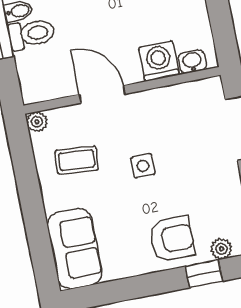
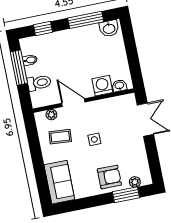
toilet: (32, 34) -> (39, 83), moved
plant: (37, 122) -> (51, 115), moved
window: (204, 274) -> (126, 195), width x1.50

